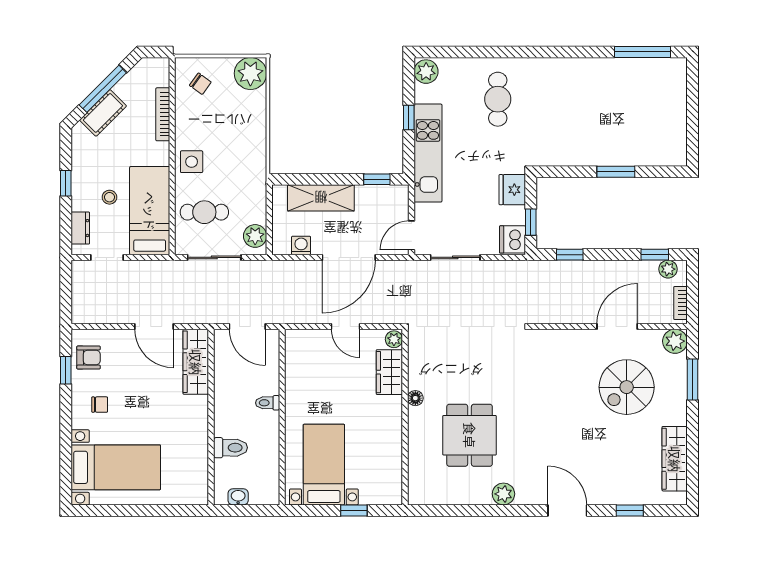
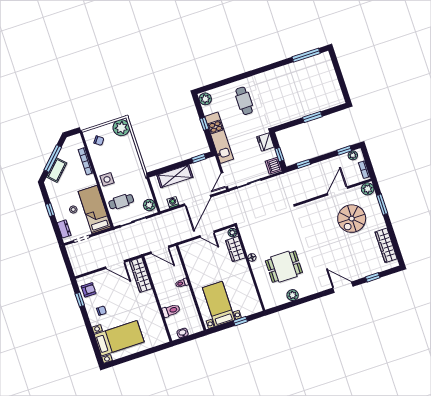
dining table: (470, 435) -> (284, 267), turned 90
plant: (503, 494) -> (293, 295), moved

